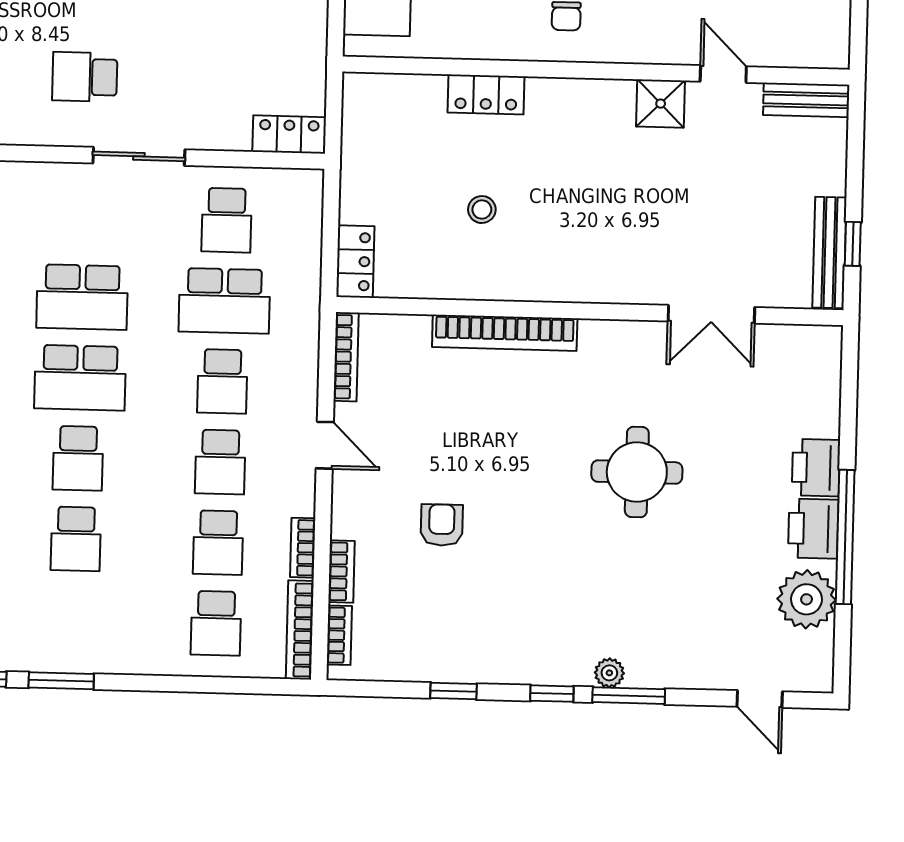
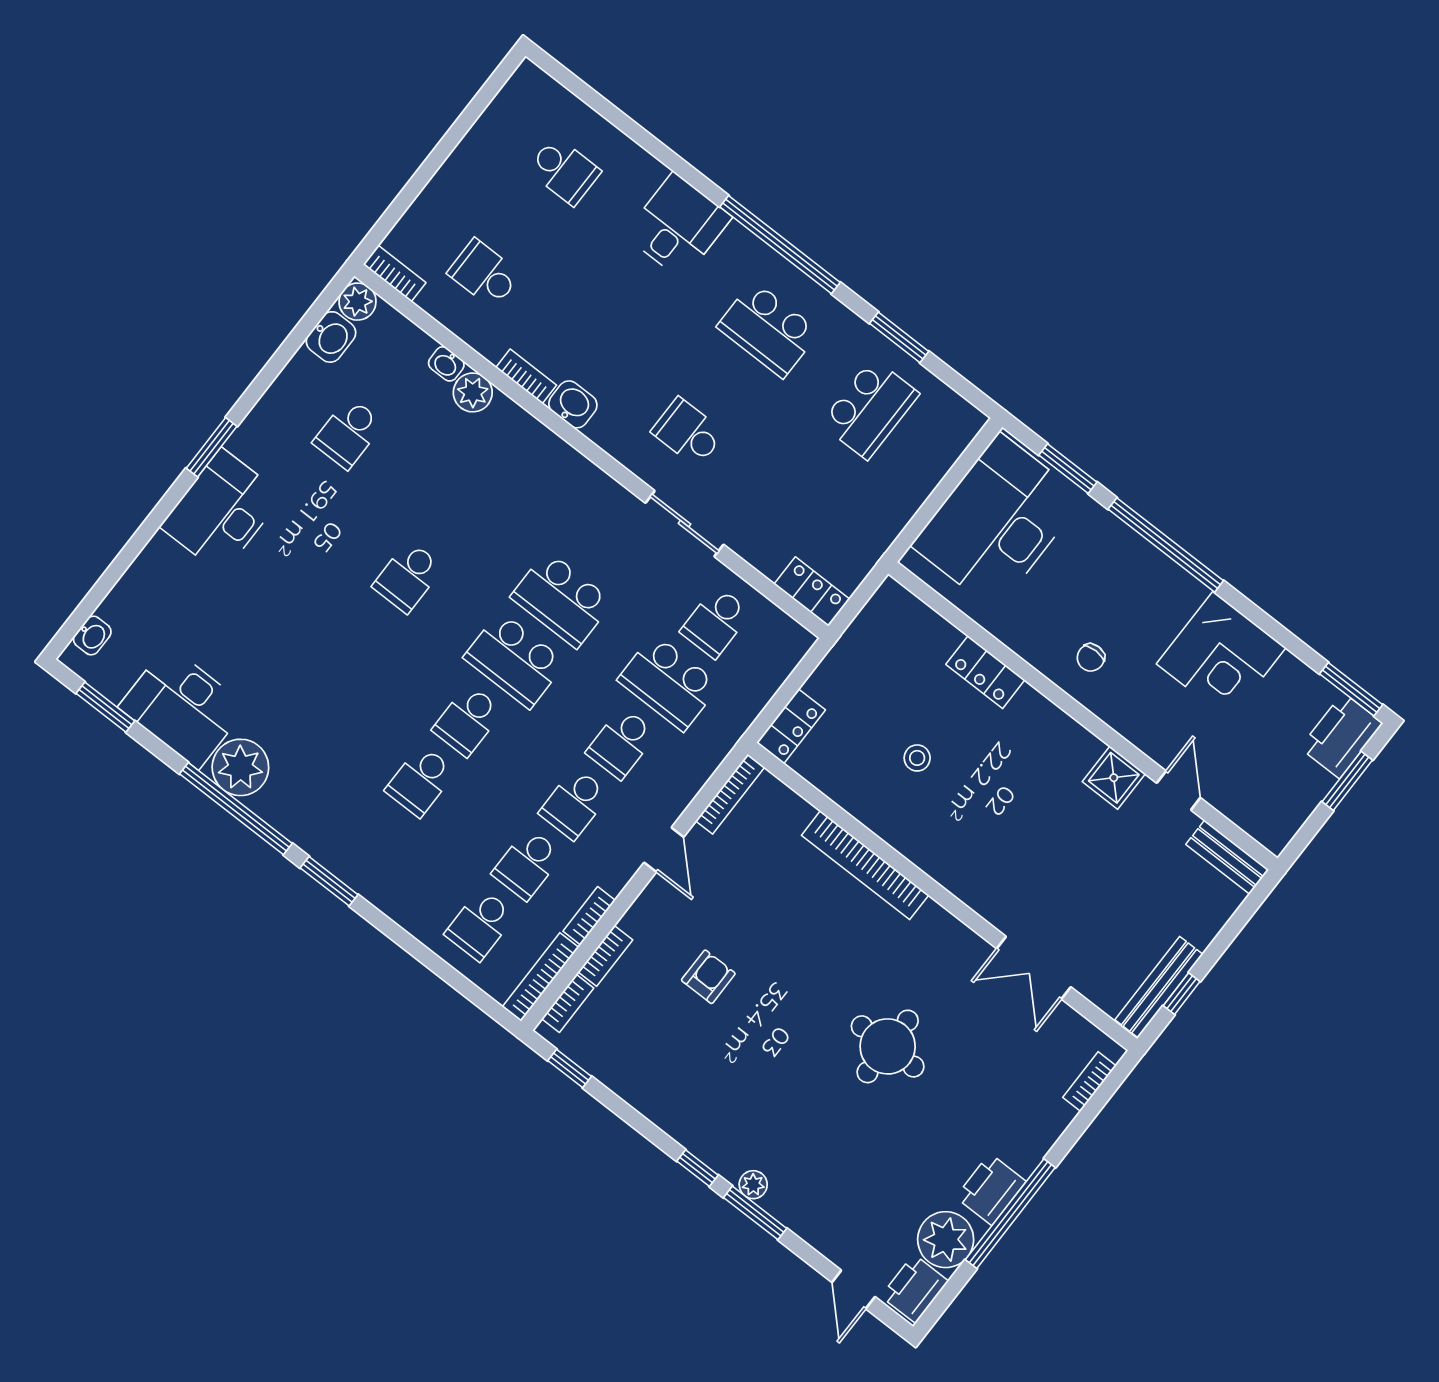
bookcase: (830, 376) -> (1089, 1082), added
printer: (816, 468) -> (915, 1289), moved
window: (454, 691) -> (570, 1068), moved

